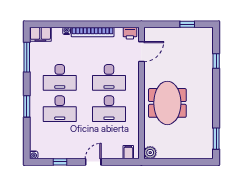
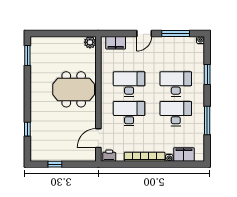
filing cabinet: (40, 34) -> (184, 154), moved
window: (27, 57) -> (207, 120), moved
meeting table: (167, 103) -> (74, 89), turned 90
window: (27, 106) -> (207, 75), moved
filing cabinet: (128, 152) -> (116, 43), width x2.00
window: (60, 162) -> (176, 33), width x2.17

